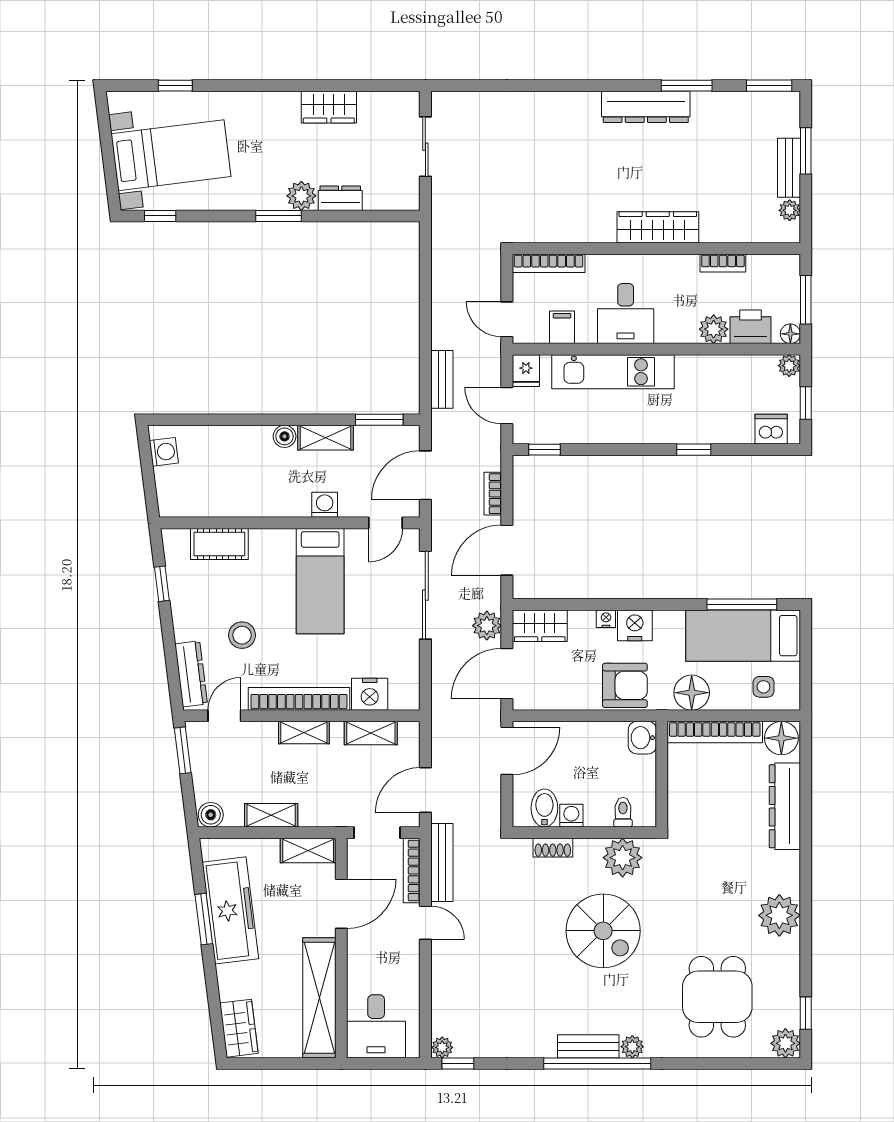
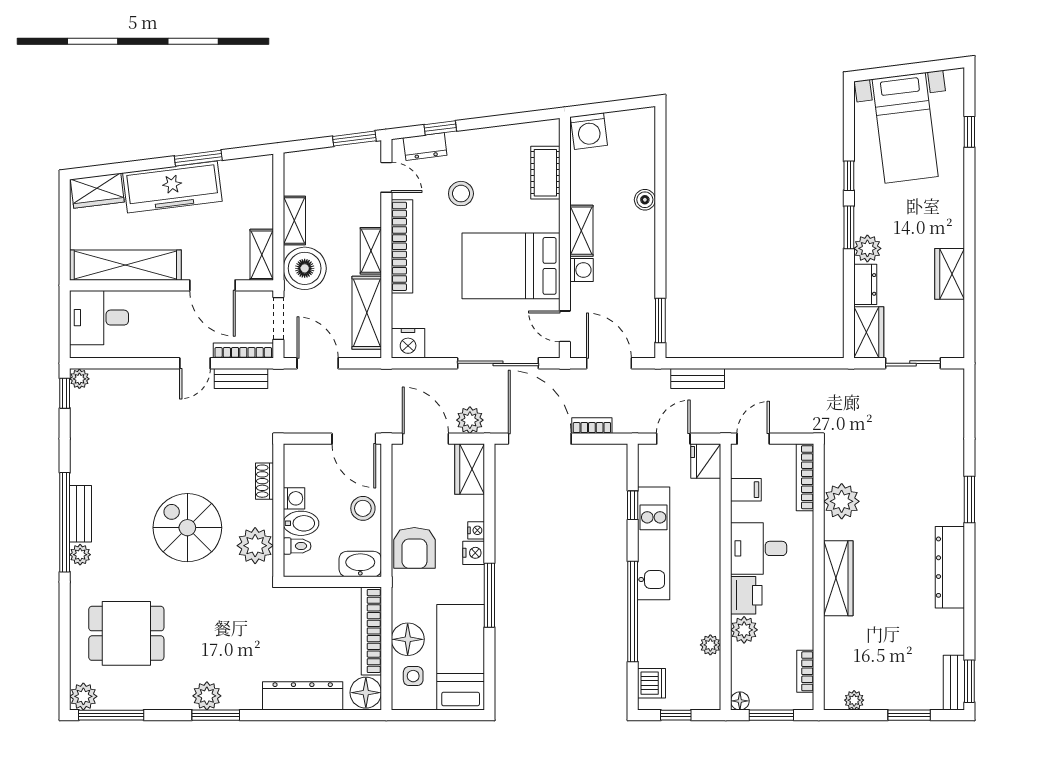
window: (687, 86) -> (969, 499), moved
bench: (789, 168) -> (954, 683), moved, turned 90
wardrobe: (392, 194) -> (869, 332), added
window: (160, 216) -> (849, 176), moved
plant: (575, 224) -> (842, 501), added
bookcase: (723, 263) -> (805, 671), moved
printer: (751, 327) -> (746, 595), moved
plant: (789, 366) -> (710, 645), moved
fridge: (526, 371) -> (706, 461), width x1.38
kitchen unit: (613, 372) -> (654, 543), moved, turned 180
boiler: (285, 436) -> (645, 200), moved
shelving: (326, 438) -> (581, 231), moved
window: (544, 450) -> (633, 505), moved
window: (694, 450) -> (633, 612), width x3.17
washing machine: (164, 452) -> (589, 131), moved, width x1.38, depth x1.38
door: (507, 550) -> (540, 439), width x1.36
bed: (320, 581) -> (511, 266), width x1.50
window: (162, 584) -> (440, 128), moved
window: (742, 604) -> (489, 595), moved
nightstand: (635, 625) -> (474, 553), width x0.74, depth x0.75
dresser: (191, 674) -> (425, 146), width x0.70
floor lamp: (692, 693) -> (408, 639), moved
nightstand: (370, 694) -> (408, 343), moved, turned -90
shelving: (371, 733) -> (367, 313), width x1.50, depth x1.33
washbasin: (642, 738) -> (360, 564), width x1.38
stool: (582, 741) -> (363, 508), added
bidet: (544, 808) -> (301, 523), moved
boiler: (211, 815) -> (305, 268), moved, width x1.86, depth x1.86
bench: (442, 862) -> (241, 378), width x0.73
window: (806, 900) -> (216, 715), added
freezer: (230, 910) -> (172, 187), moved
plant: (779, 915) -> (207, 696), width x0.73, depth x0.73
spiral stairs: (603, 931) -> (187, 528), turned 90
window: (806, 1013) -> (111, 715), width x2.17

